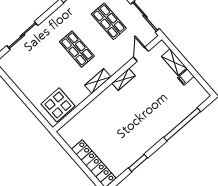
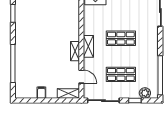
shelving: (174, 62) -> (68, 94), moved
shelving: (98, 81) -> (88, 46), moved

